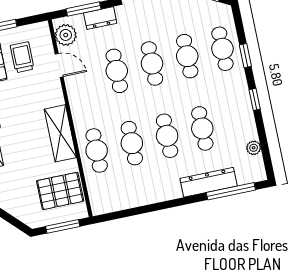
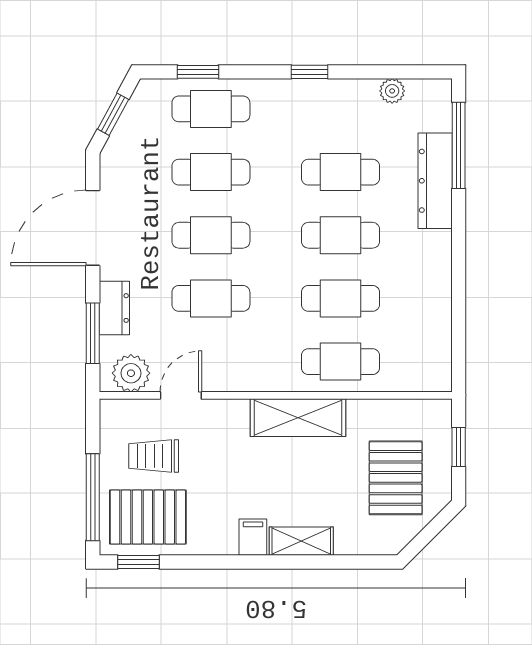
window: (245, 56) -> (198, 72), moved
pallet: (60, 191) -> (396, 478), moved
window: (63, 226) -> (459, 447), width x0.67

